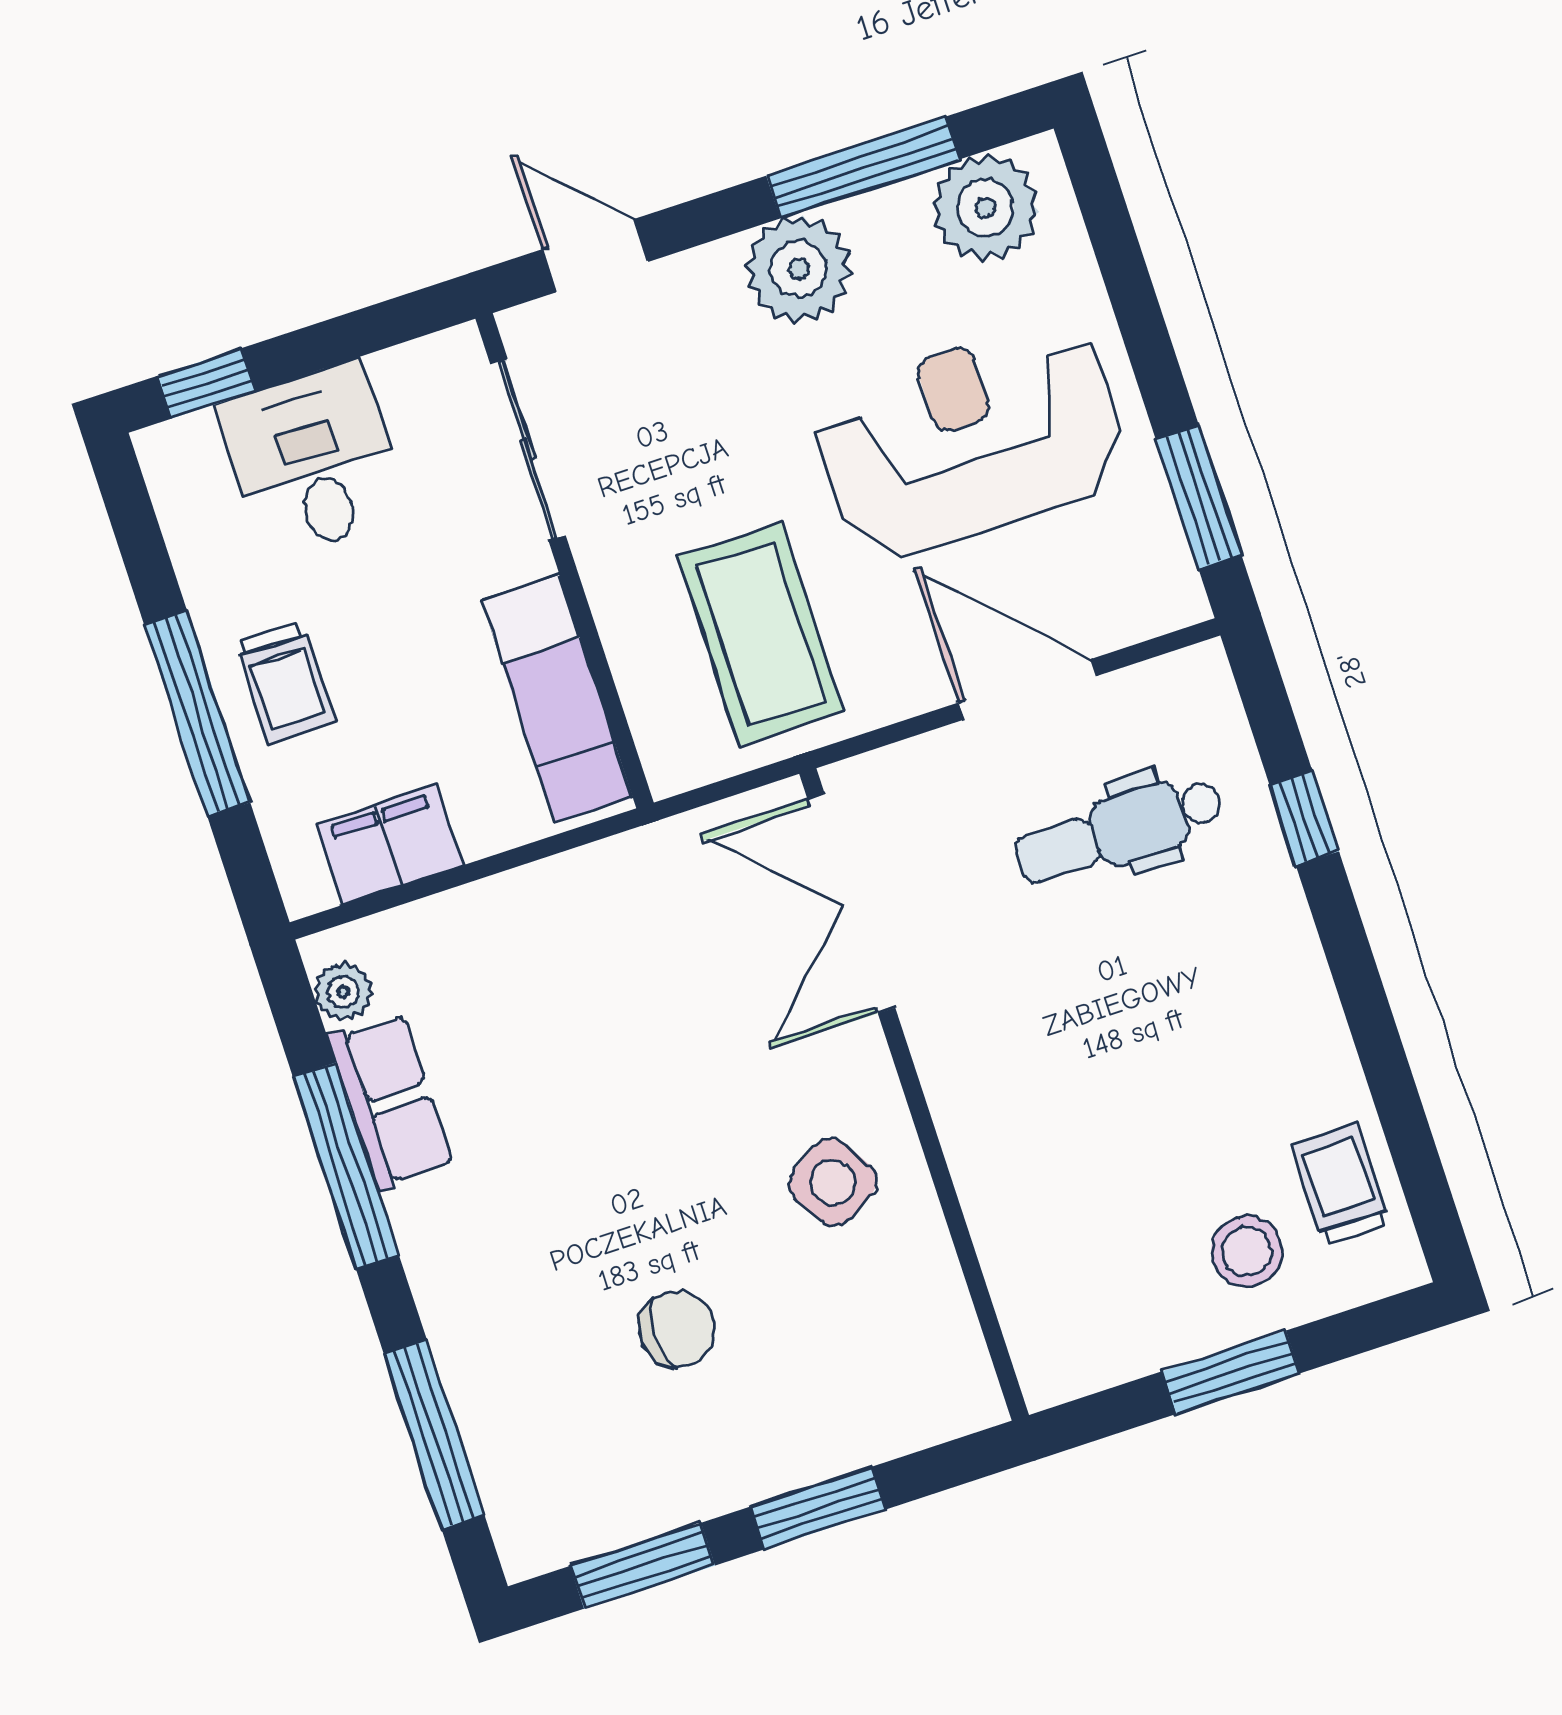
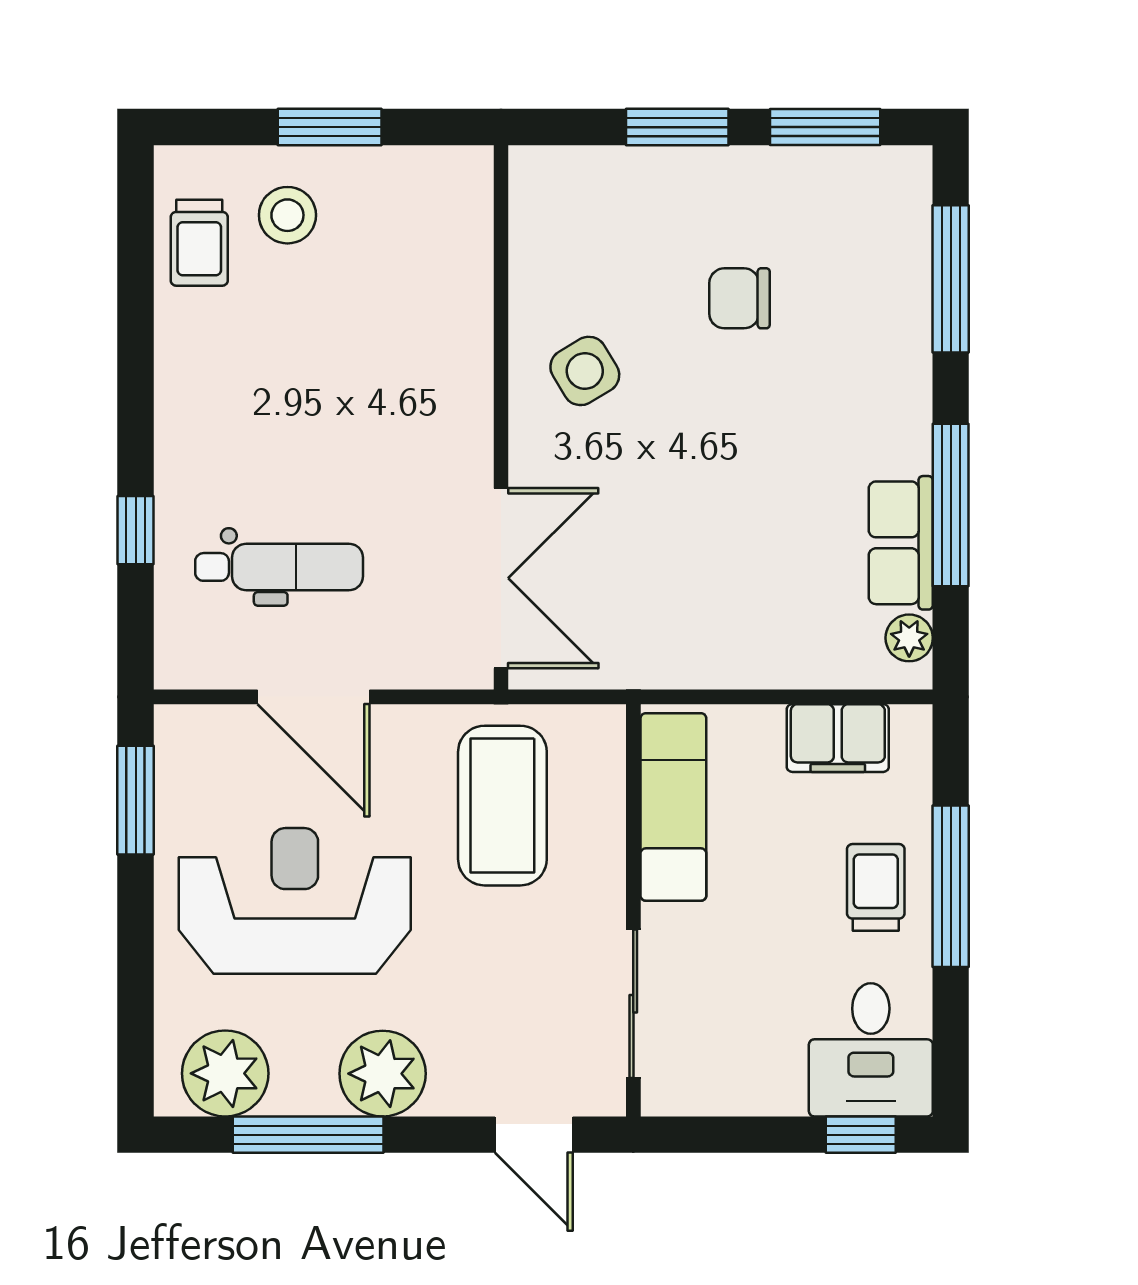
reception desk: (970, 440) -> (295, 901), turned 180
desk: (313, 460) -> (871, 1050), moved

